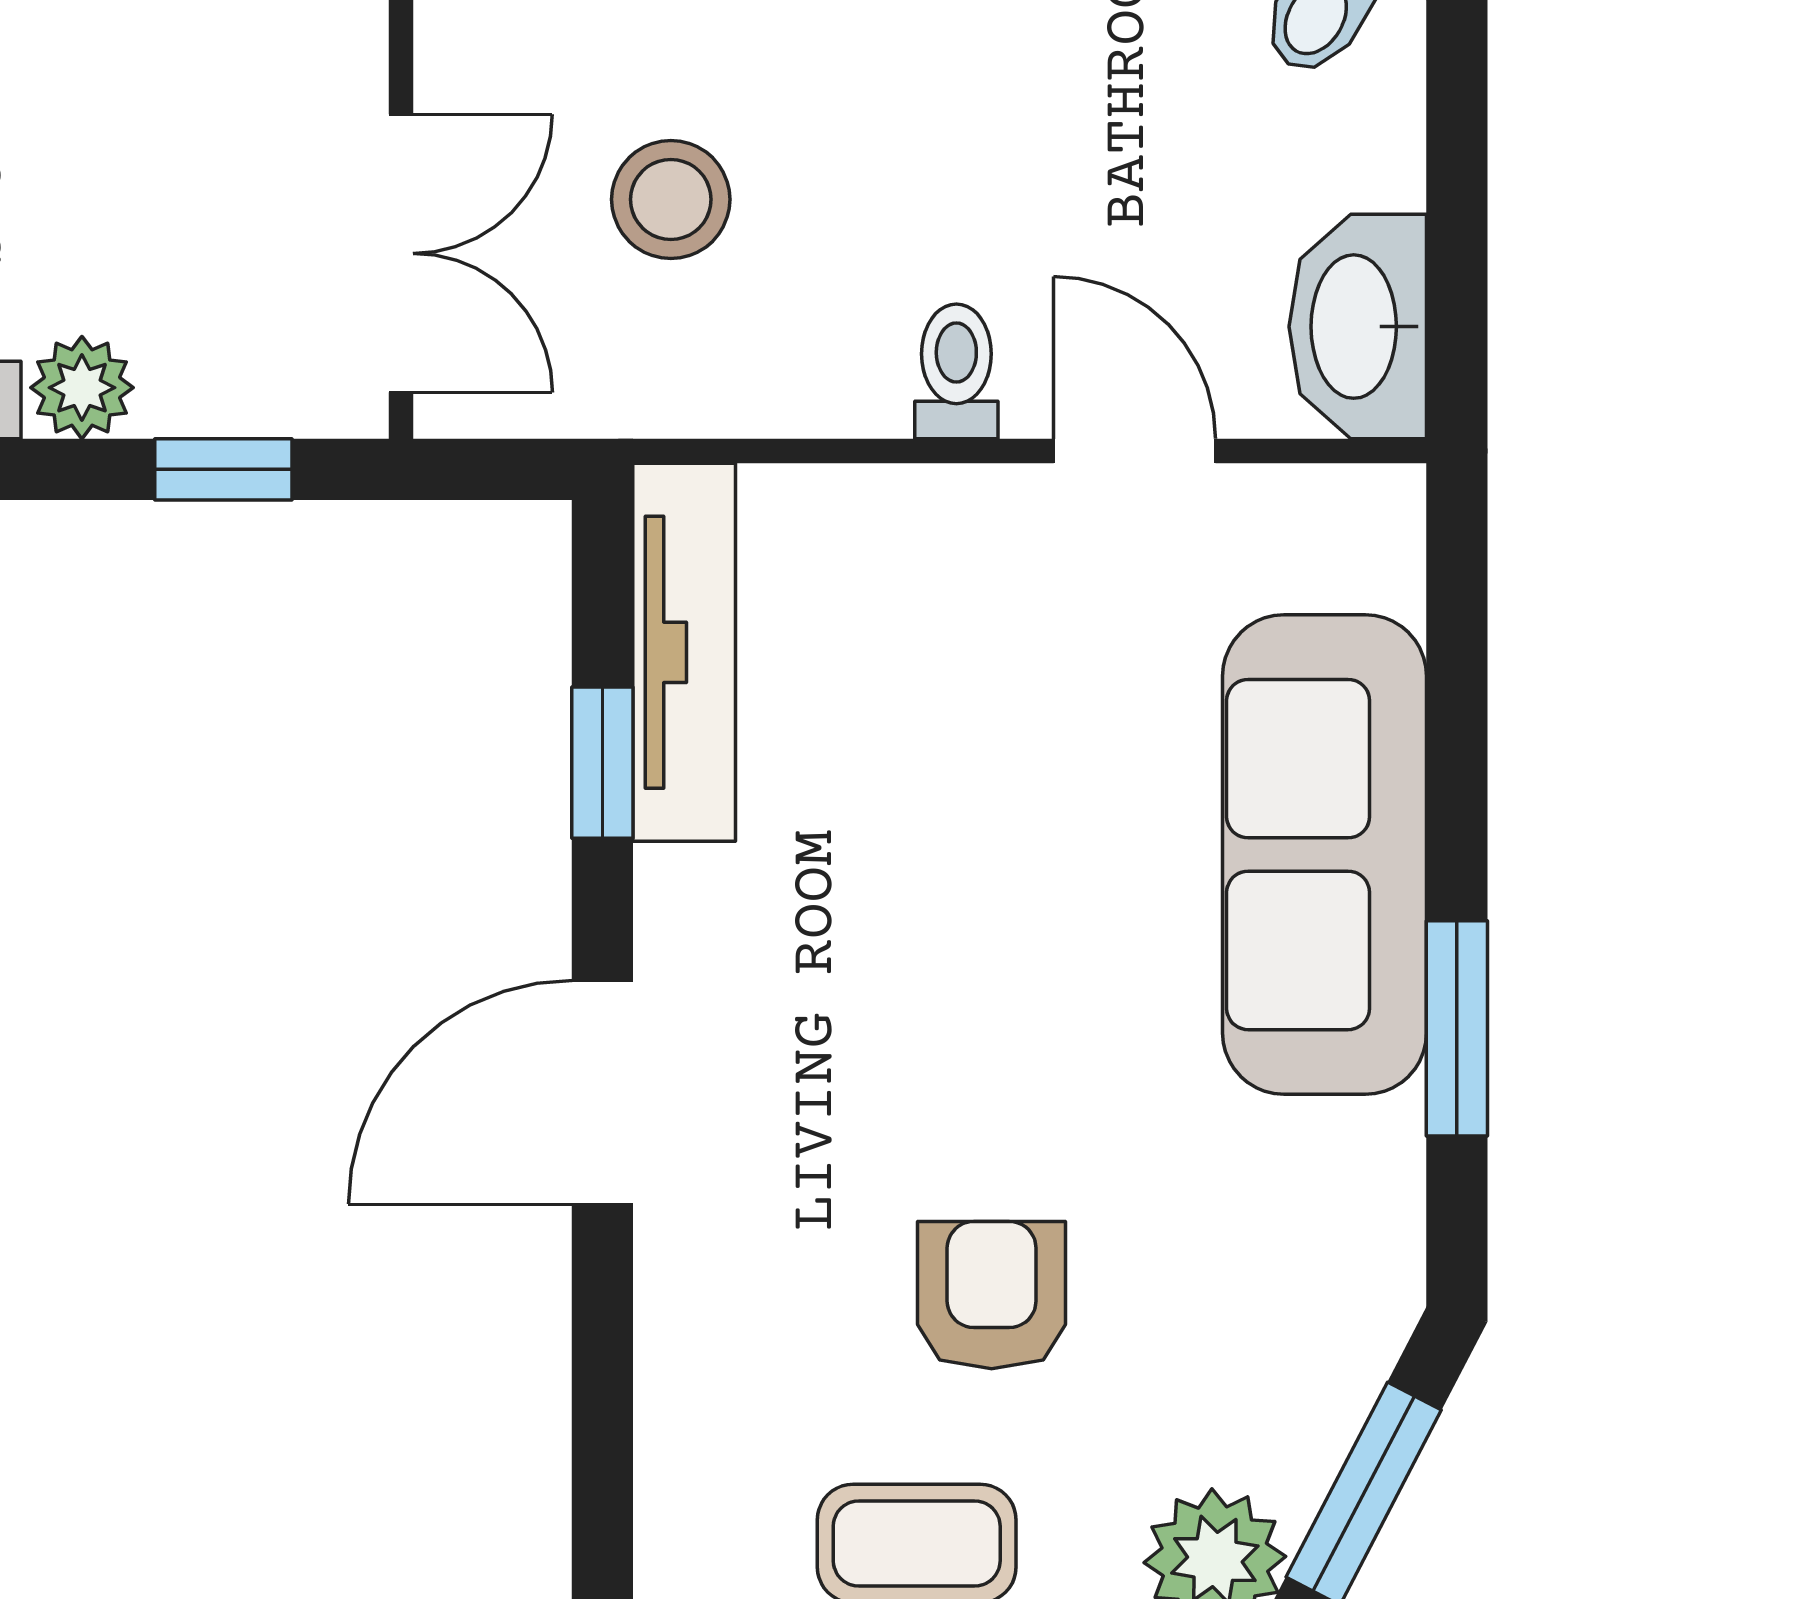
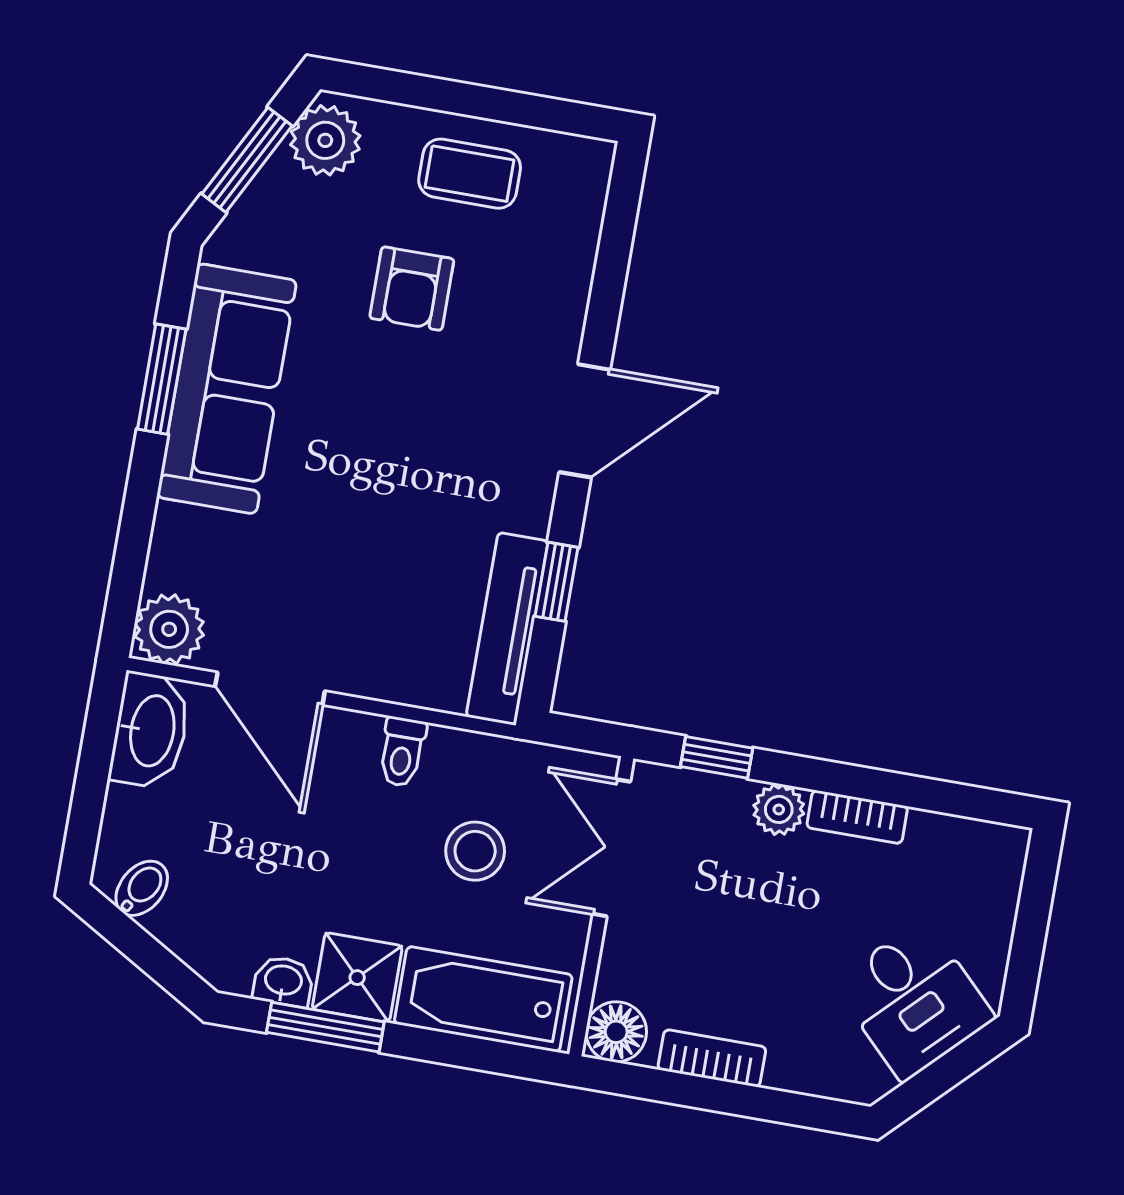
toilet: (956, 371) -> (402, 752), moved
door: (1135, 451) -> (270, 689), width x1.38
plant: (1356, 534) -> (169, 629), added
sofa: (1325, 855) -> (227, 389), moved

